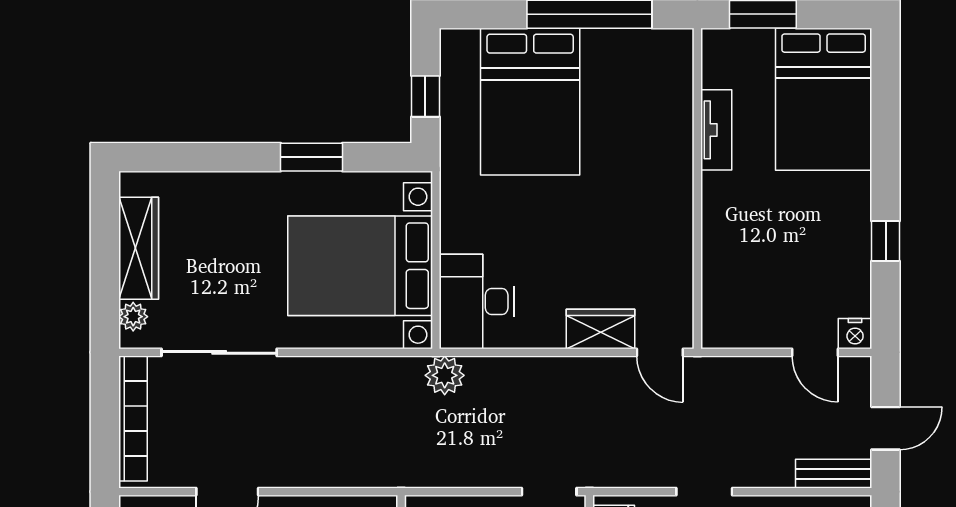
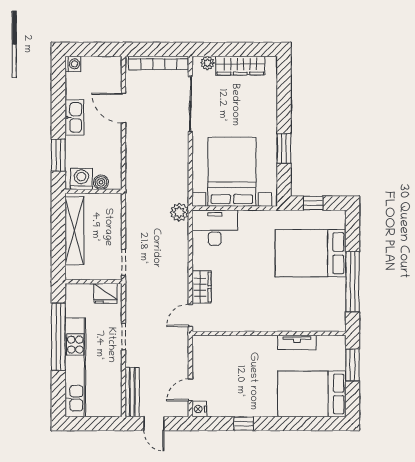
bench: (834, 474) -> (132, 392), width x1.36

